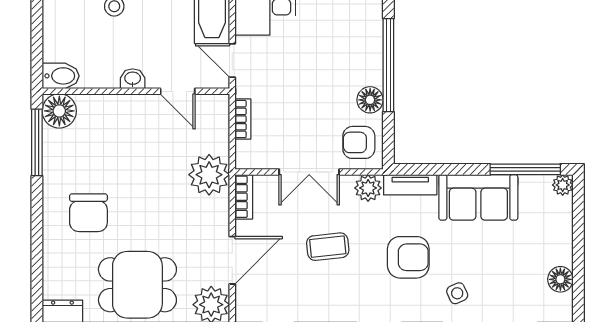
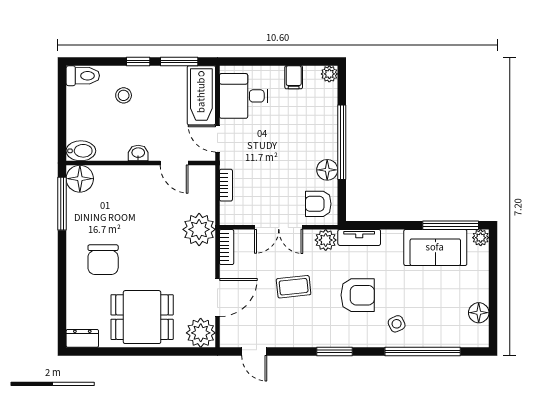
sofa: (478, 197) -> (435, 247), moved

